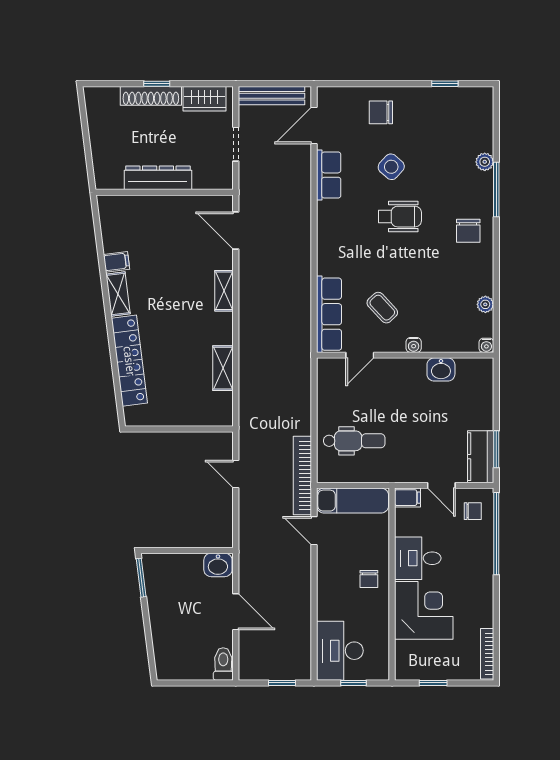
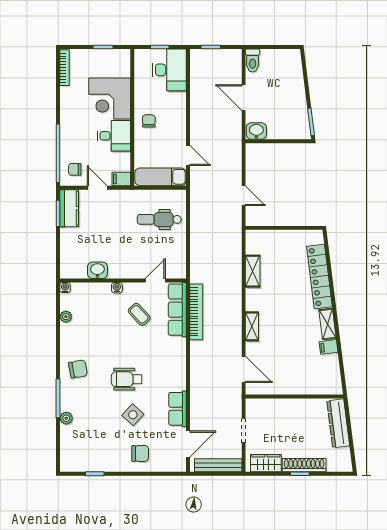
dresser: (158, 178) -> (338, 423), moved, turned 83
chair: (468, 231) -> (78, 369), turned 80
bookcase: (302, 475) -> (196, 312), moved

